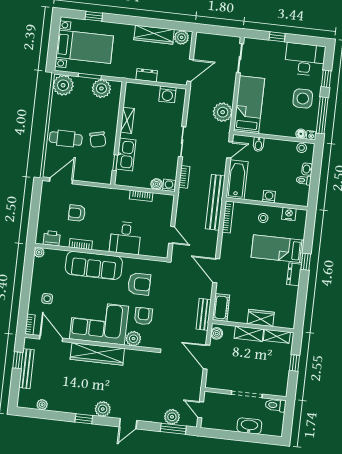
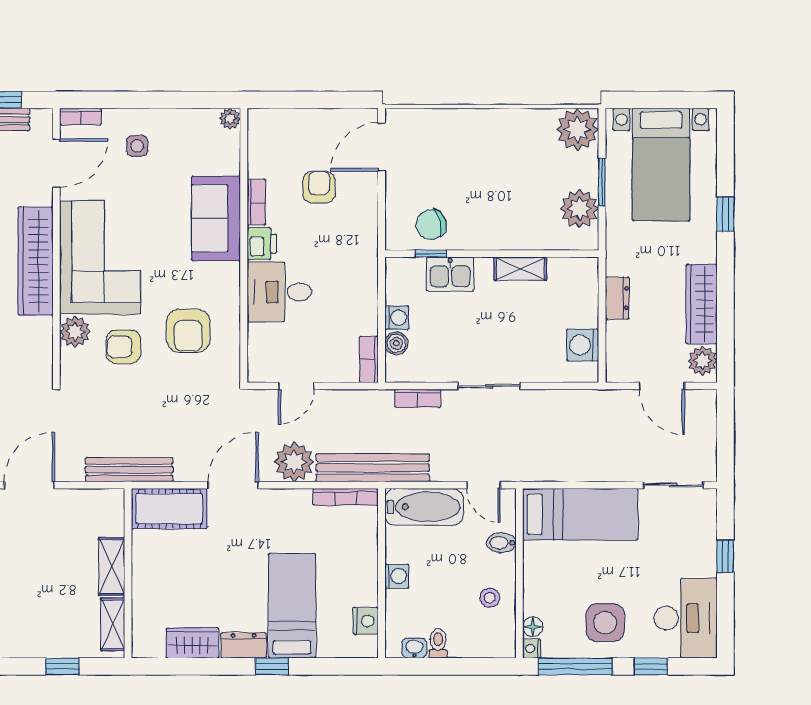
window: (94, 16) -> (725, 214), moved
door: (190, 70) -> (662, 386), moved
plant: (223, 112) -> (294, 462), moved
cafe table: (66, 139) -> (469, 147), removed
chair: (98, 140) -> (431, 224), moved
stool: (302, 148) -> (490, 598), moved
kitchen sink: (126, 154) -> (450, 274), width x0.73
washbasin: (307, 169) -> (414, 648), moved
door: (61, 181) -> (382, 147), swing flipped
washing machine: (169, 185) -> (397, 318), moved
bookcase: (141, 196) -> (369, 359), moved
stool: (263, 218) -> (352, 569), removed
printer: (52, 238) -> (262, 244), moved
sofa: (94, 265) -> (216, 218), width x0.73
cot: (221, 307) -> (169, 509), width x1.37, depth x1.34
bench: (204, 314) -> (129, 470), width x1.36
armchair: (143, 316) -> (123, 347), turned 180
wardrobe: (261, 318) -> (192, 643), moved, turned -90
boiler: (217, 333) -> (105, 501), removed
door: (206, 357) -> (29, 485), moved

